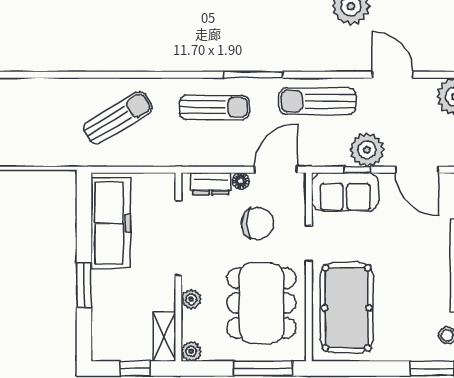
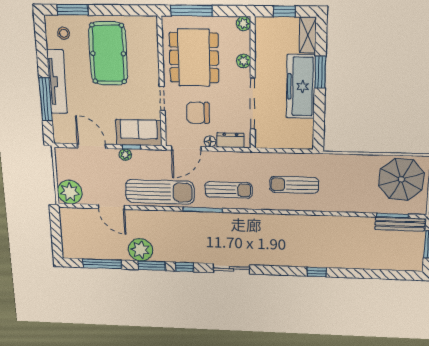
sun lounger: (318, 101) -> (160, 192), width x1.36, depth x1.34
sun lounger: (214, 107) -> (229, 190), turned 180
sun lounger: (118, 118) -> (294, 185), turned 31
plant: (367, 150) -> (125, 155), width x0.53, depth x0.53
freezer: (111, 223) -> (301, 87), moved
pool table: (347, 308) -> (108, 54), moved
shelving: (164, 336) -> (308, 35), moved

